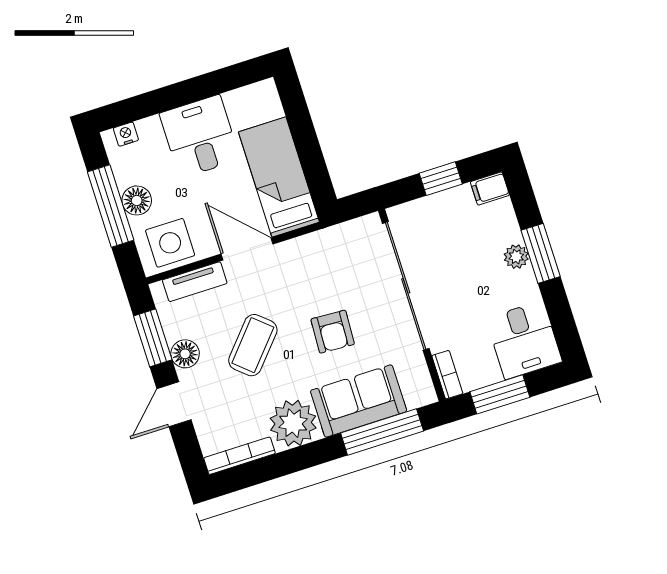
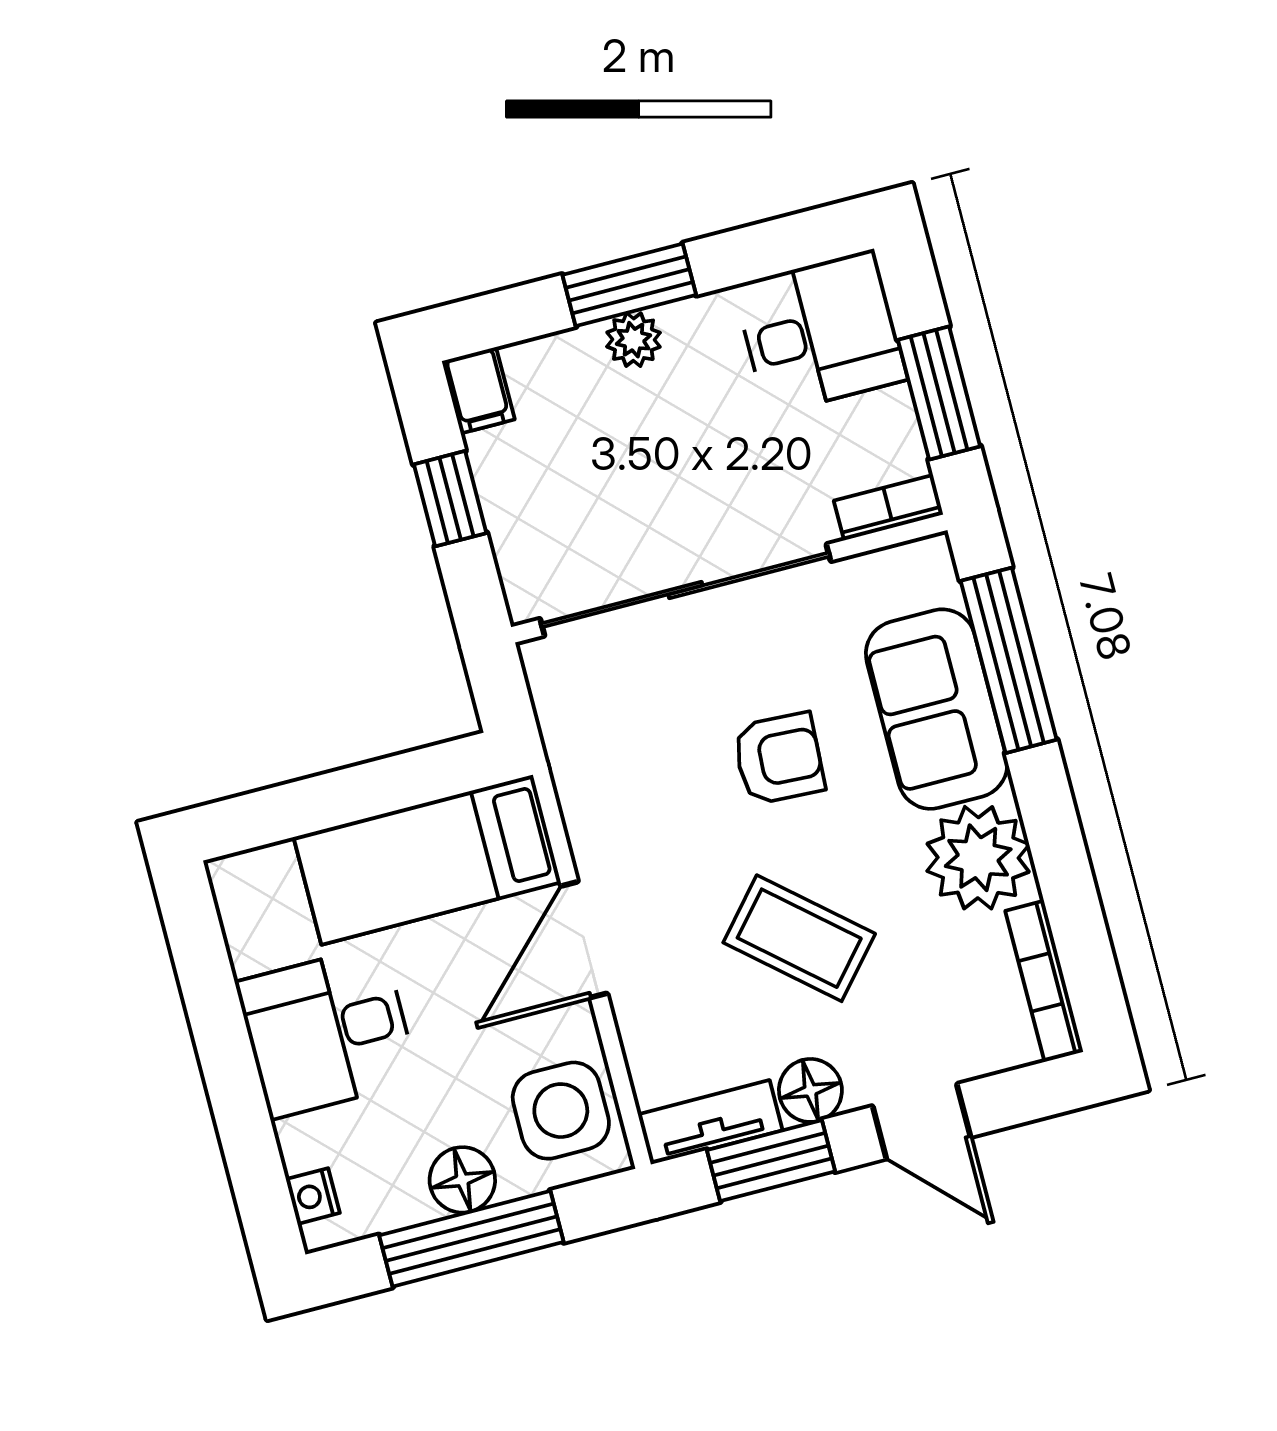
tv unit: (195, 282) -> (710, 1122), moved, turned -90

